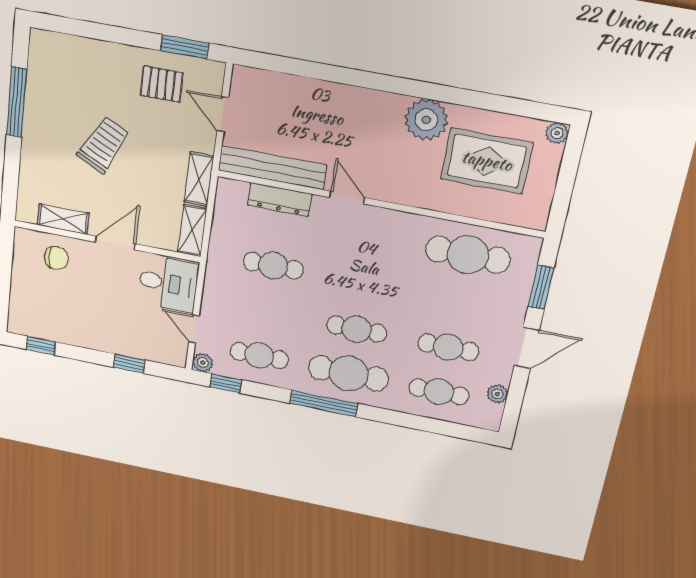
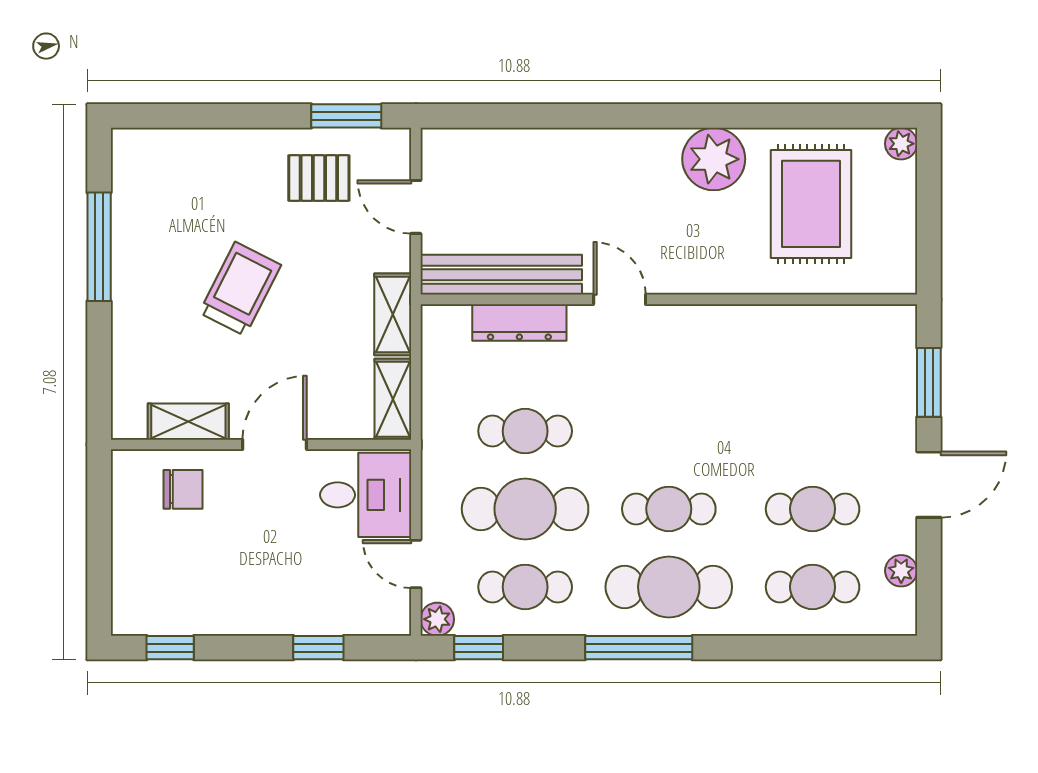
rug: (487, 161) -> (811, 204), turned 90
cafe table: (468, 255) -> (525, 509), moved

